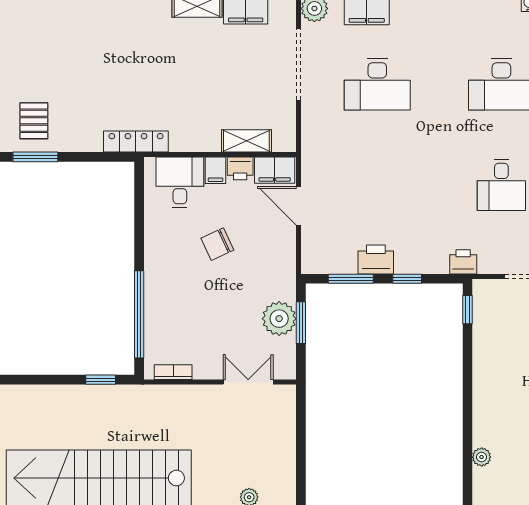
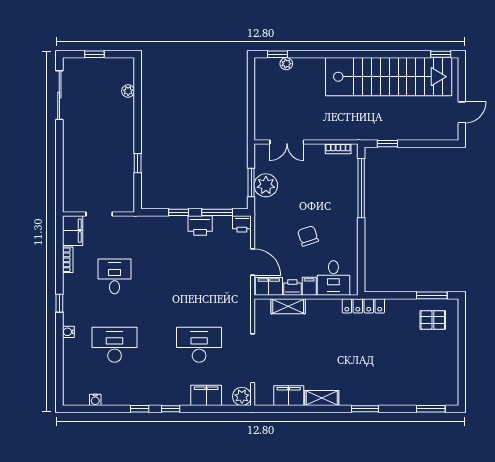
pallet: (34, 121) -> (433, 320), turned 90
chair: (217, 244) -> (308, 236), turned -83
printer: (463, 262) -> (242, 224), moved
window: (467, 310) -> (138, 163), moved

